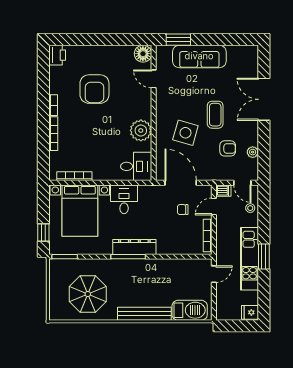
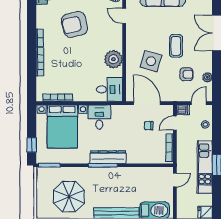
armchair: (94, 89) -> (75, 24), turned 77
door: (242, 183) -> (199, 103), swing flipped

